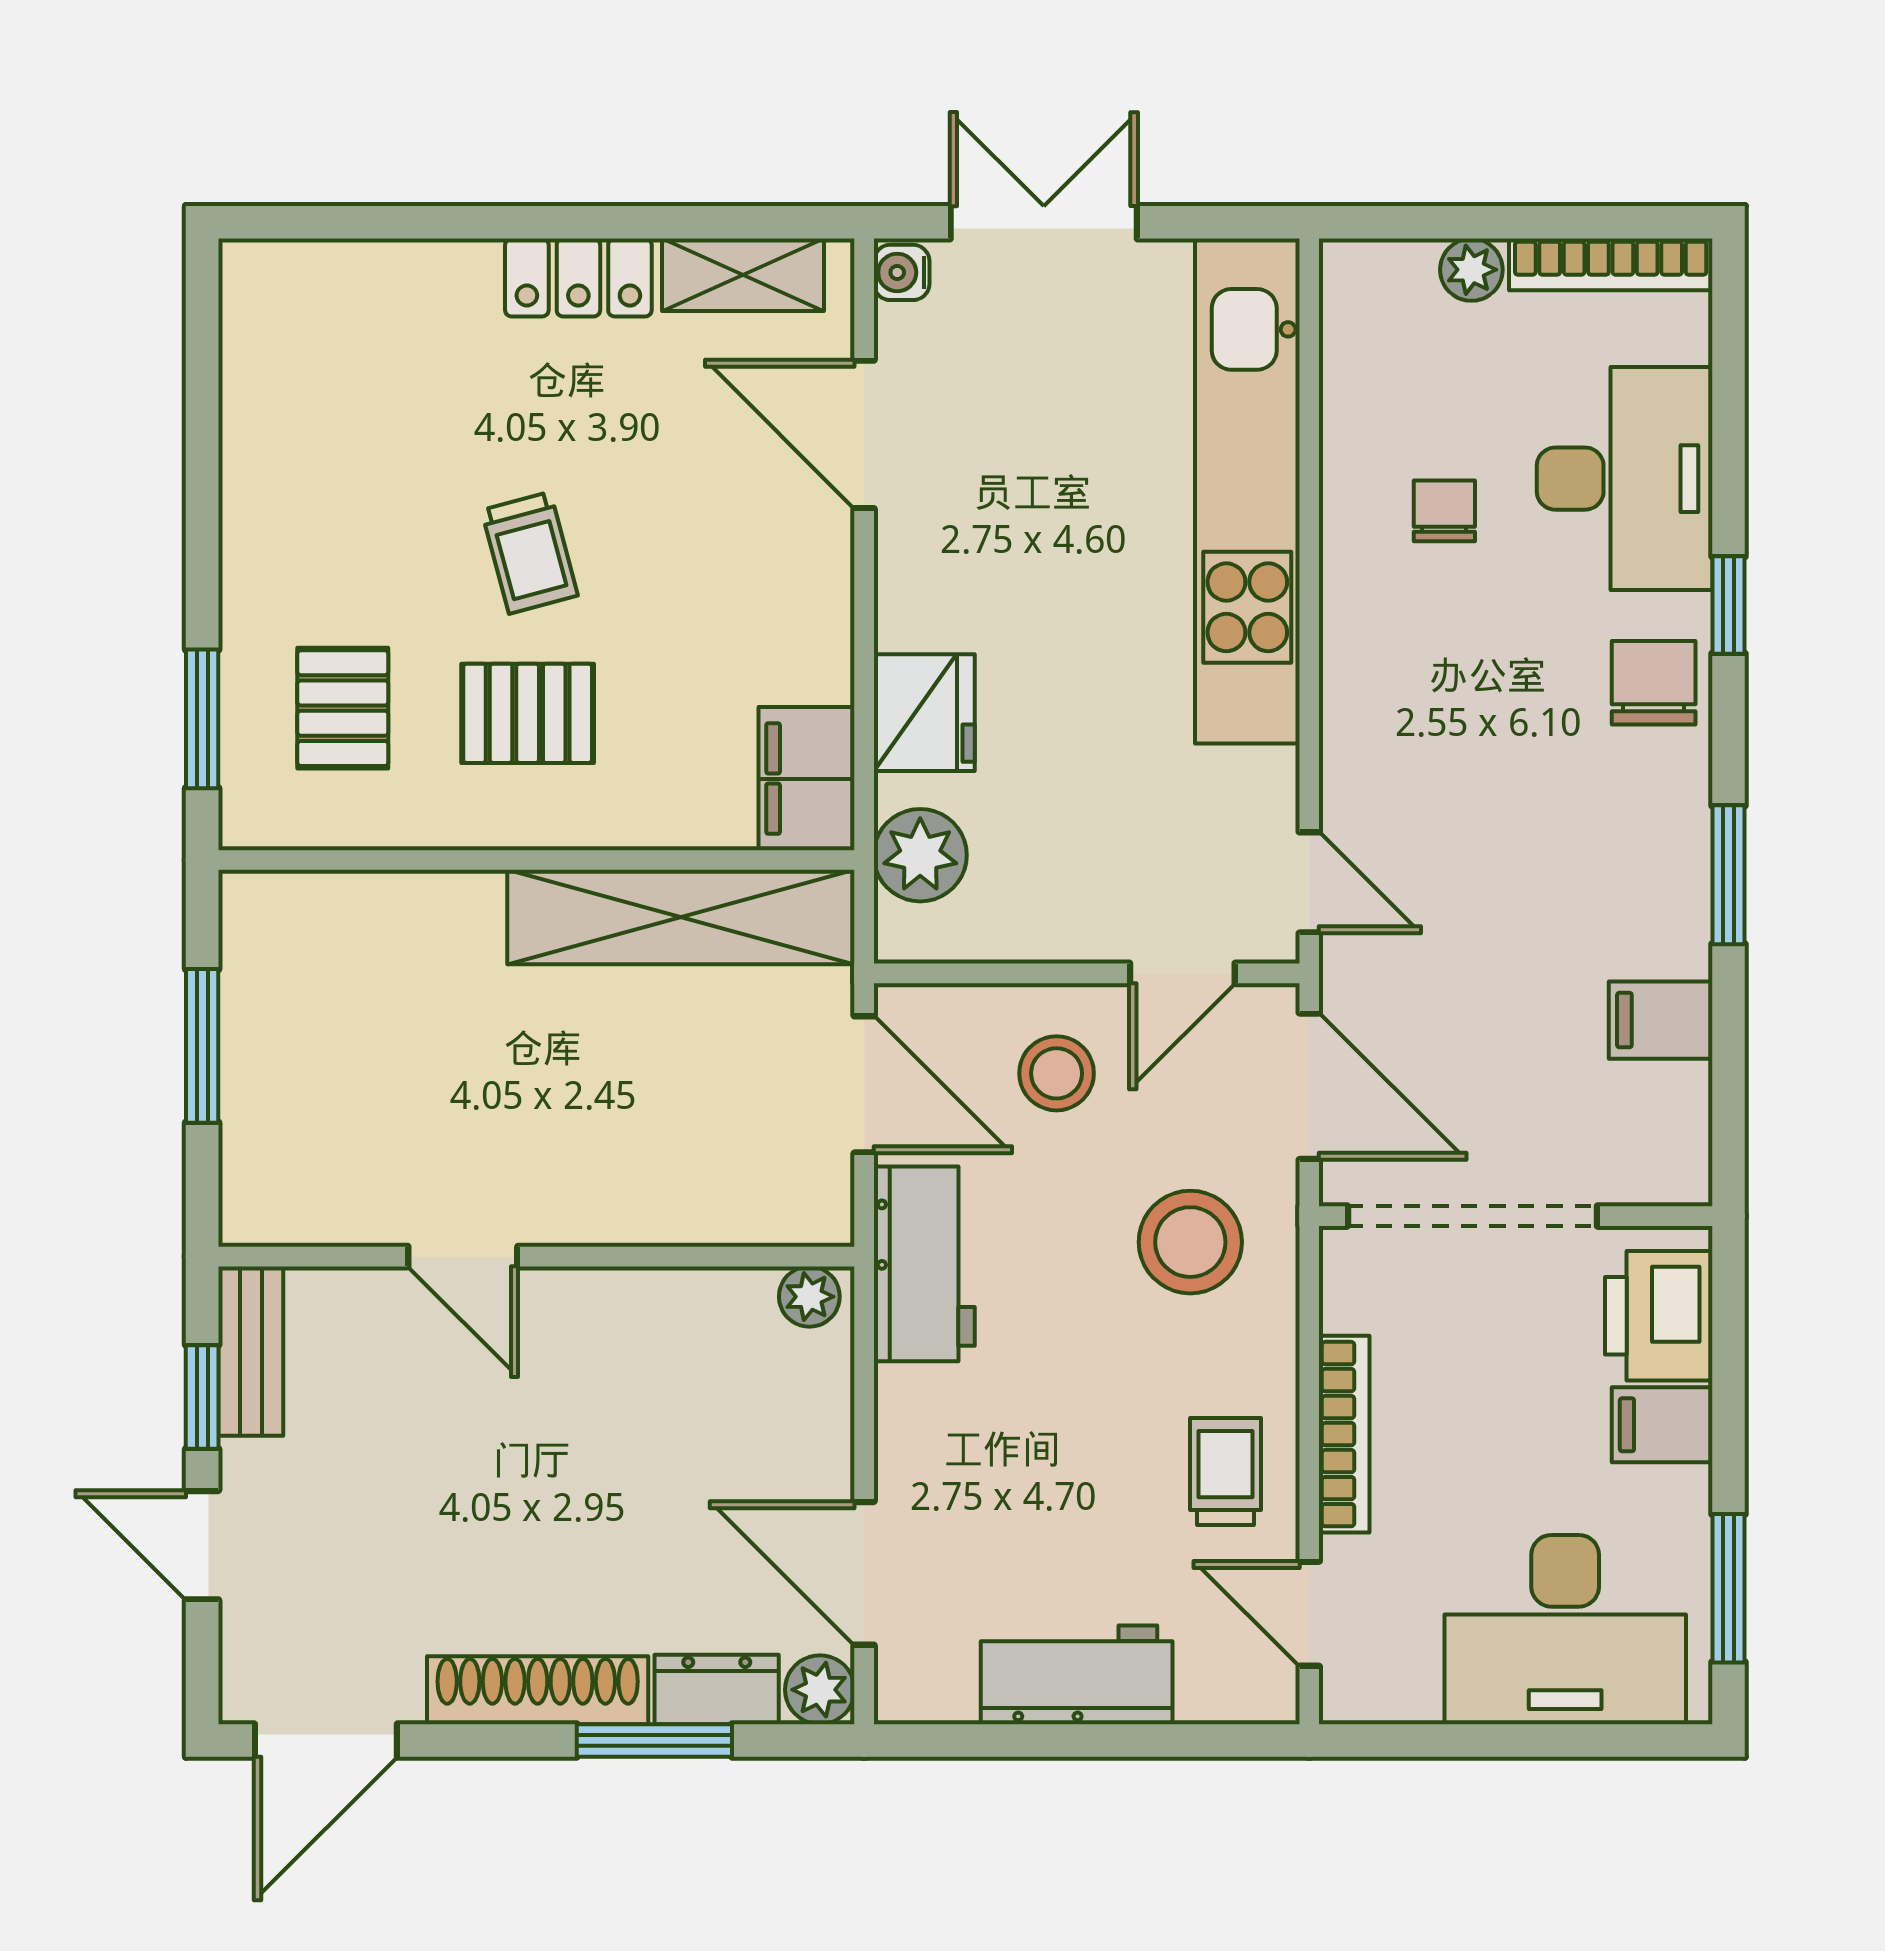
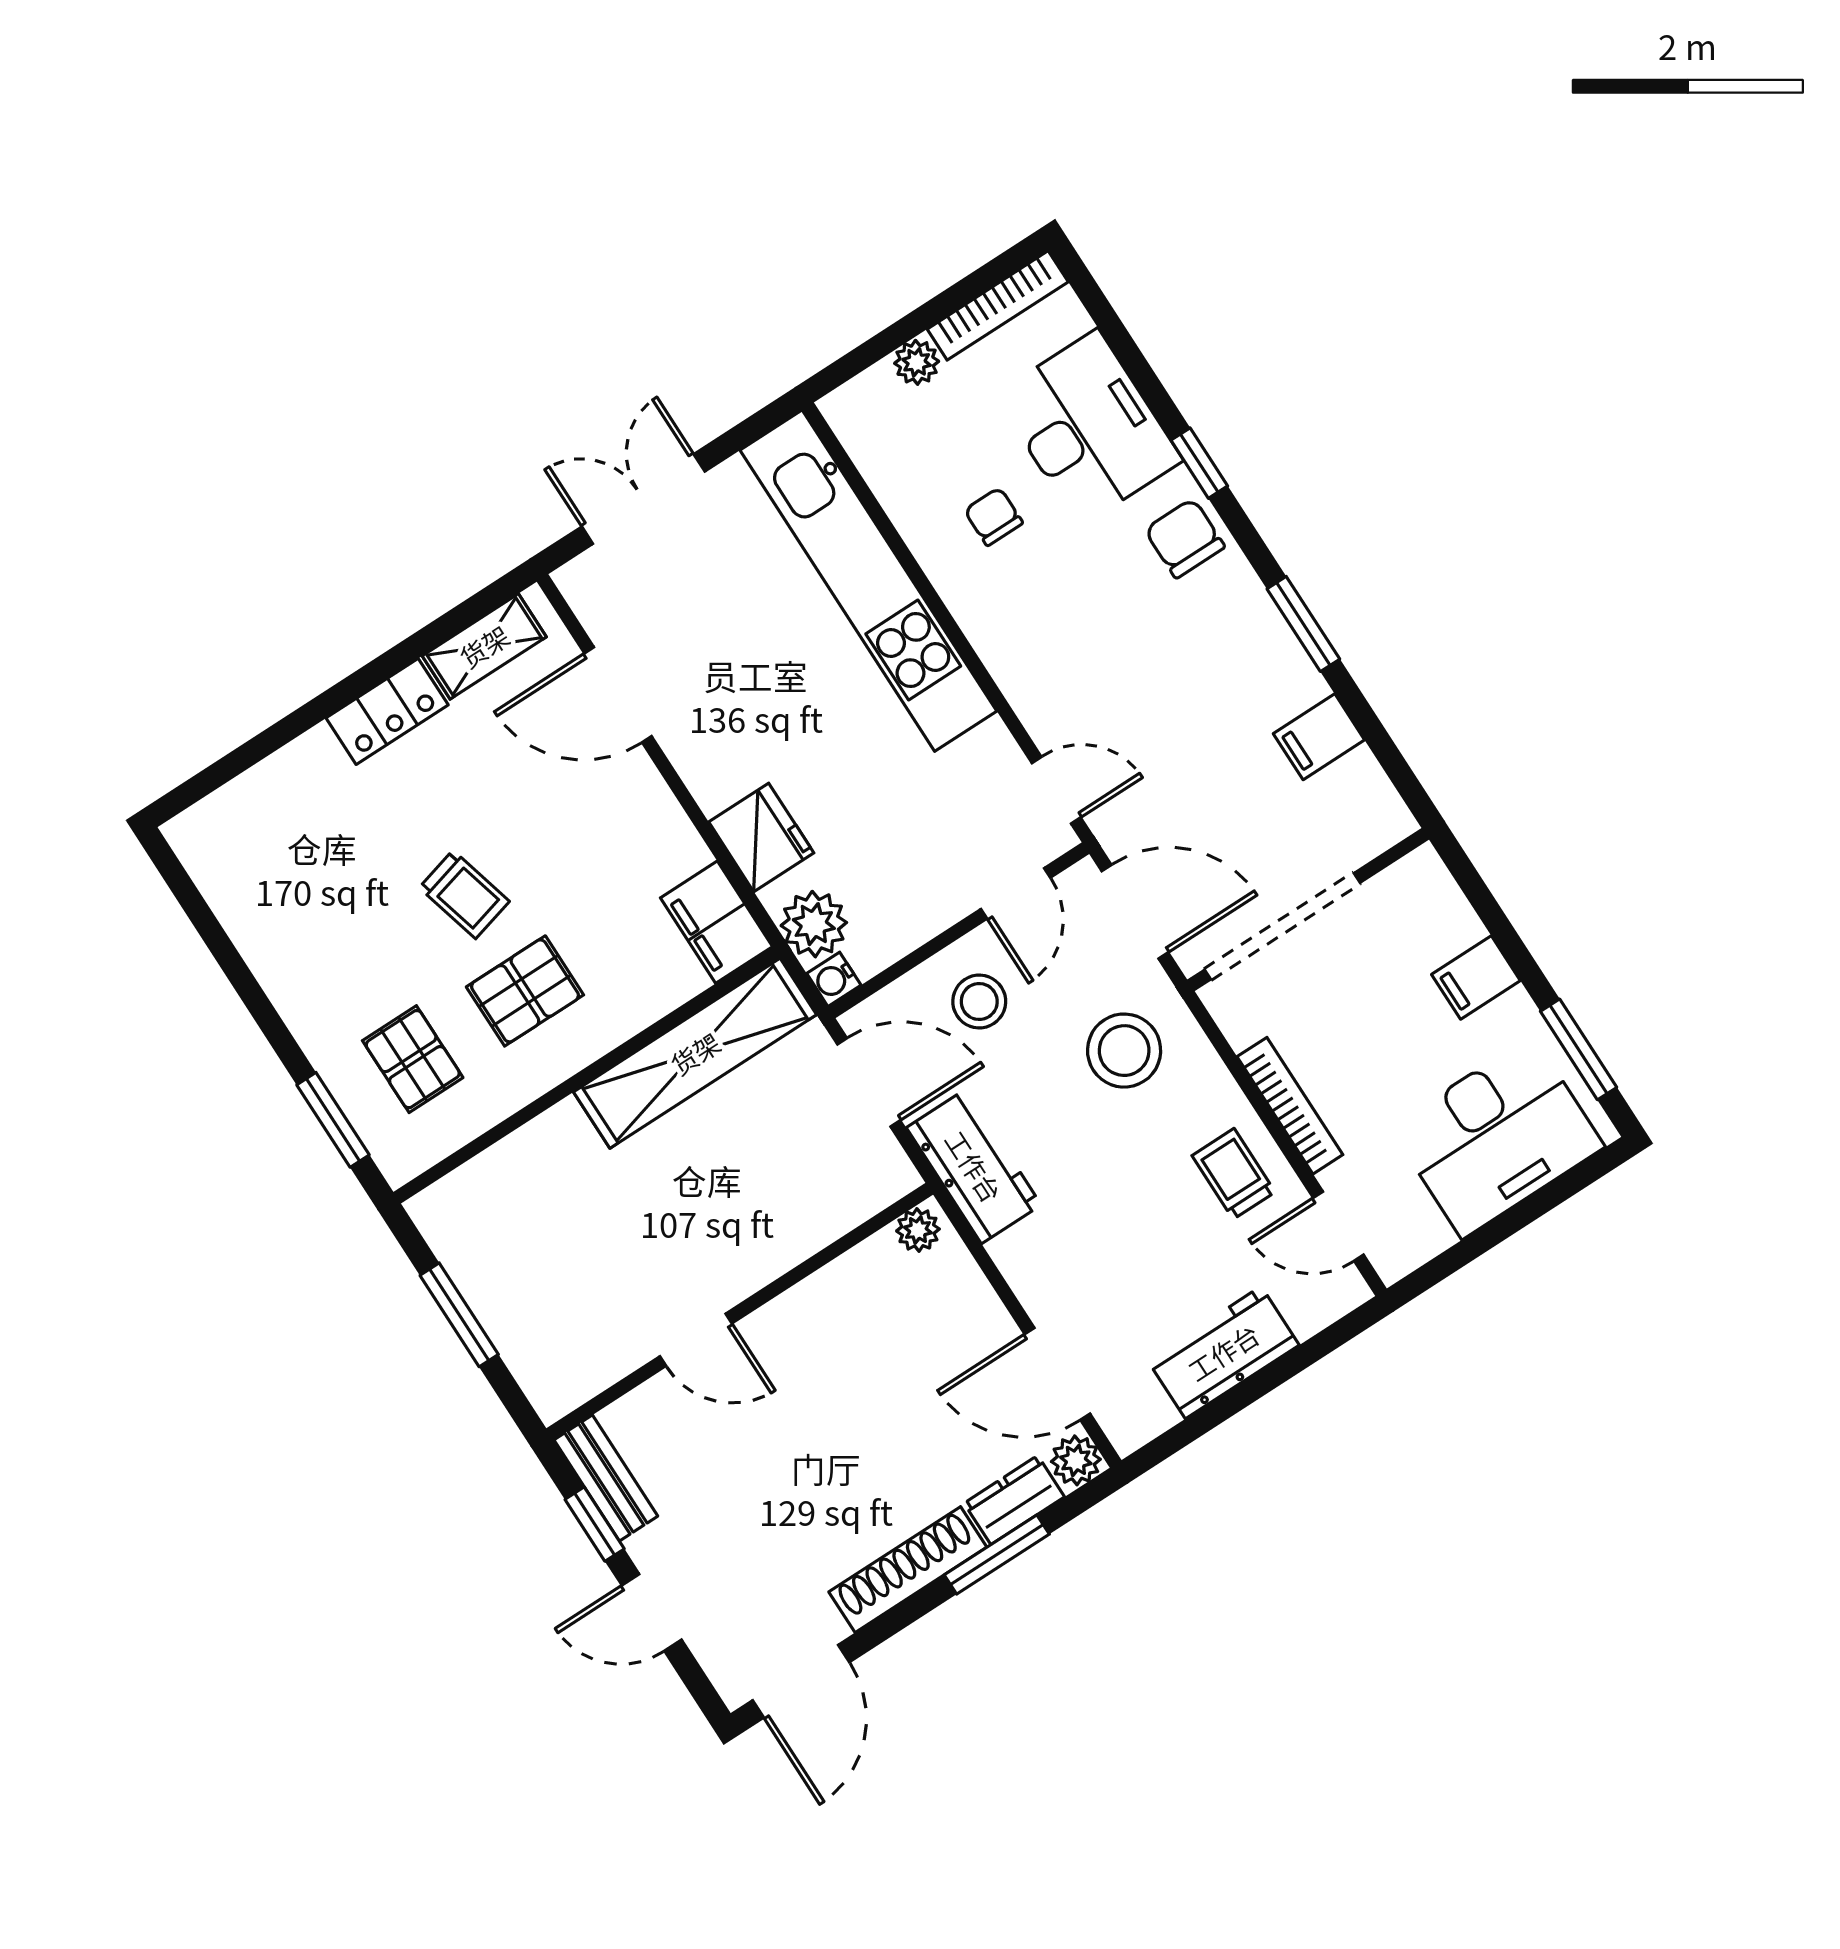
water cooler: (902, 272) -> (834, 979), moved
printer: (1659, 1316) -> (1432, 914), removed

